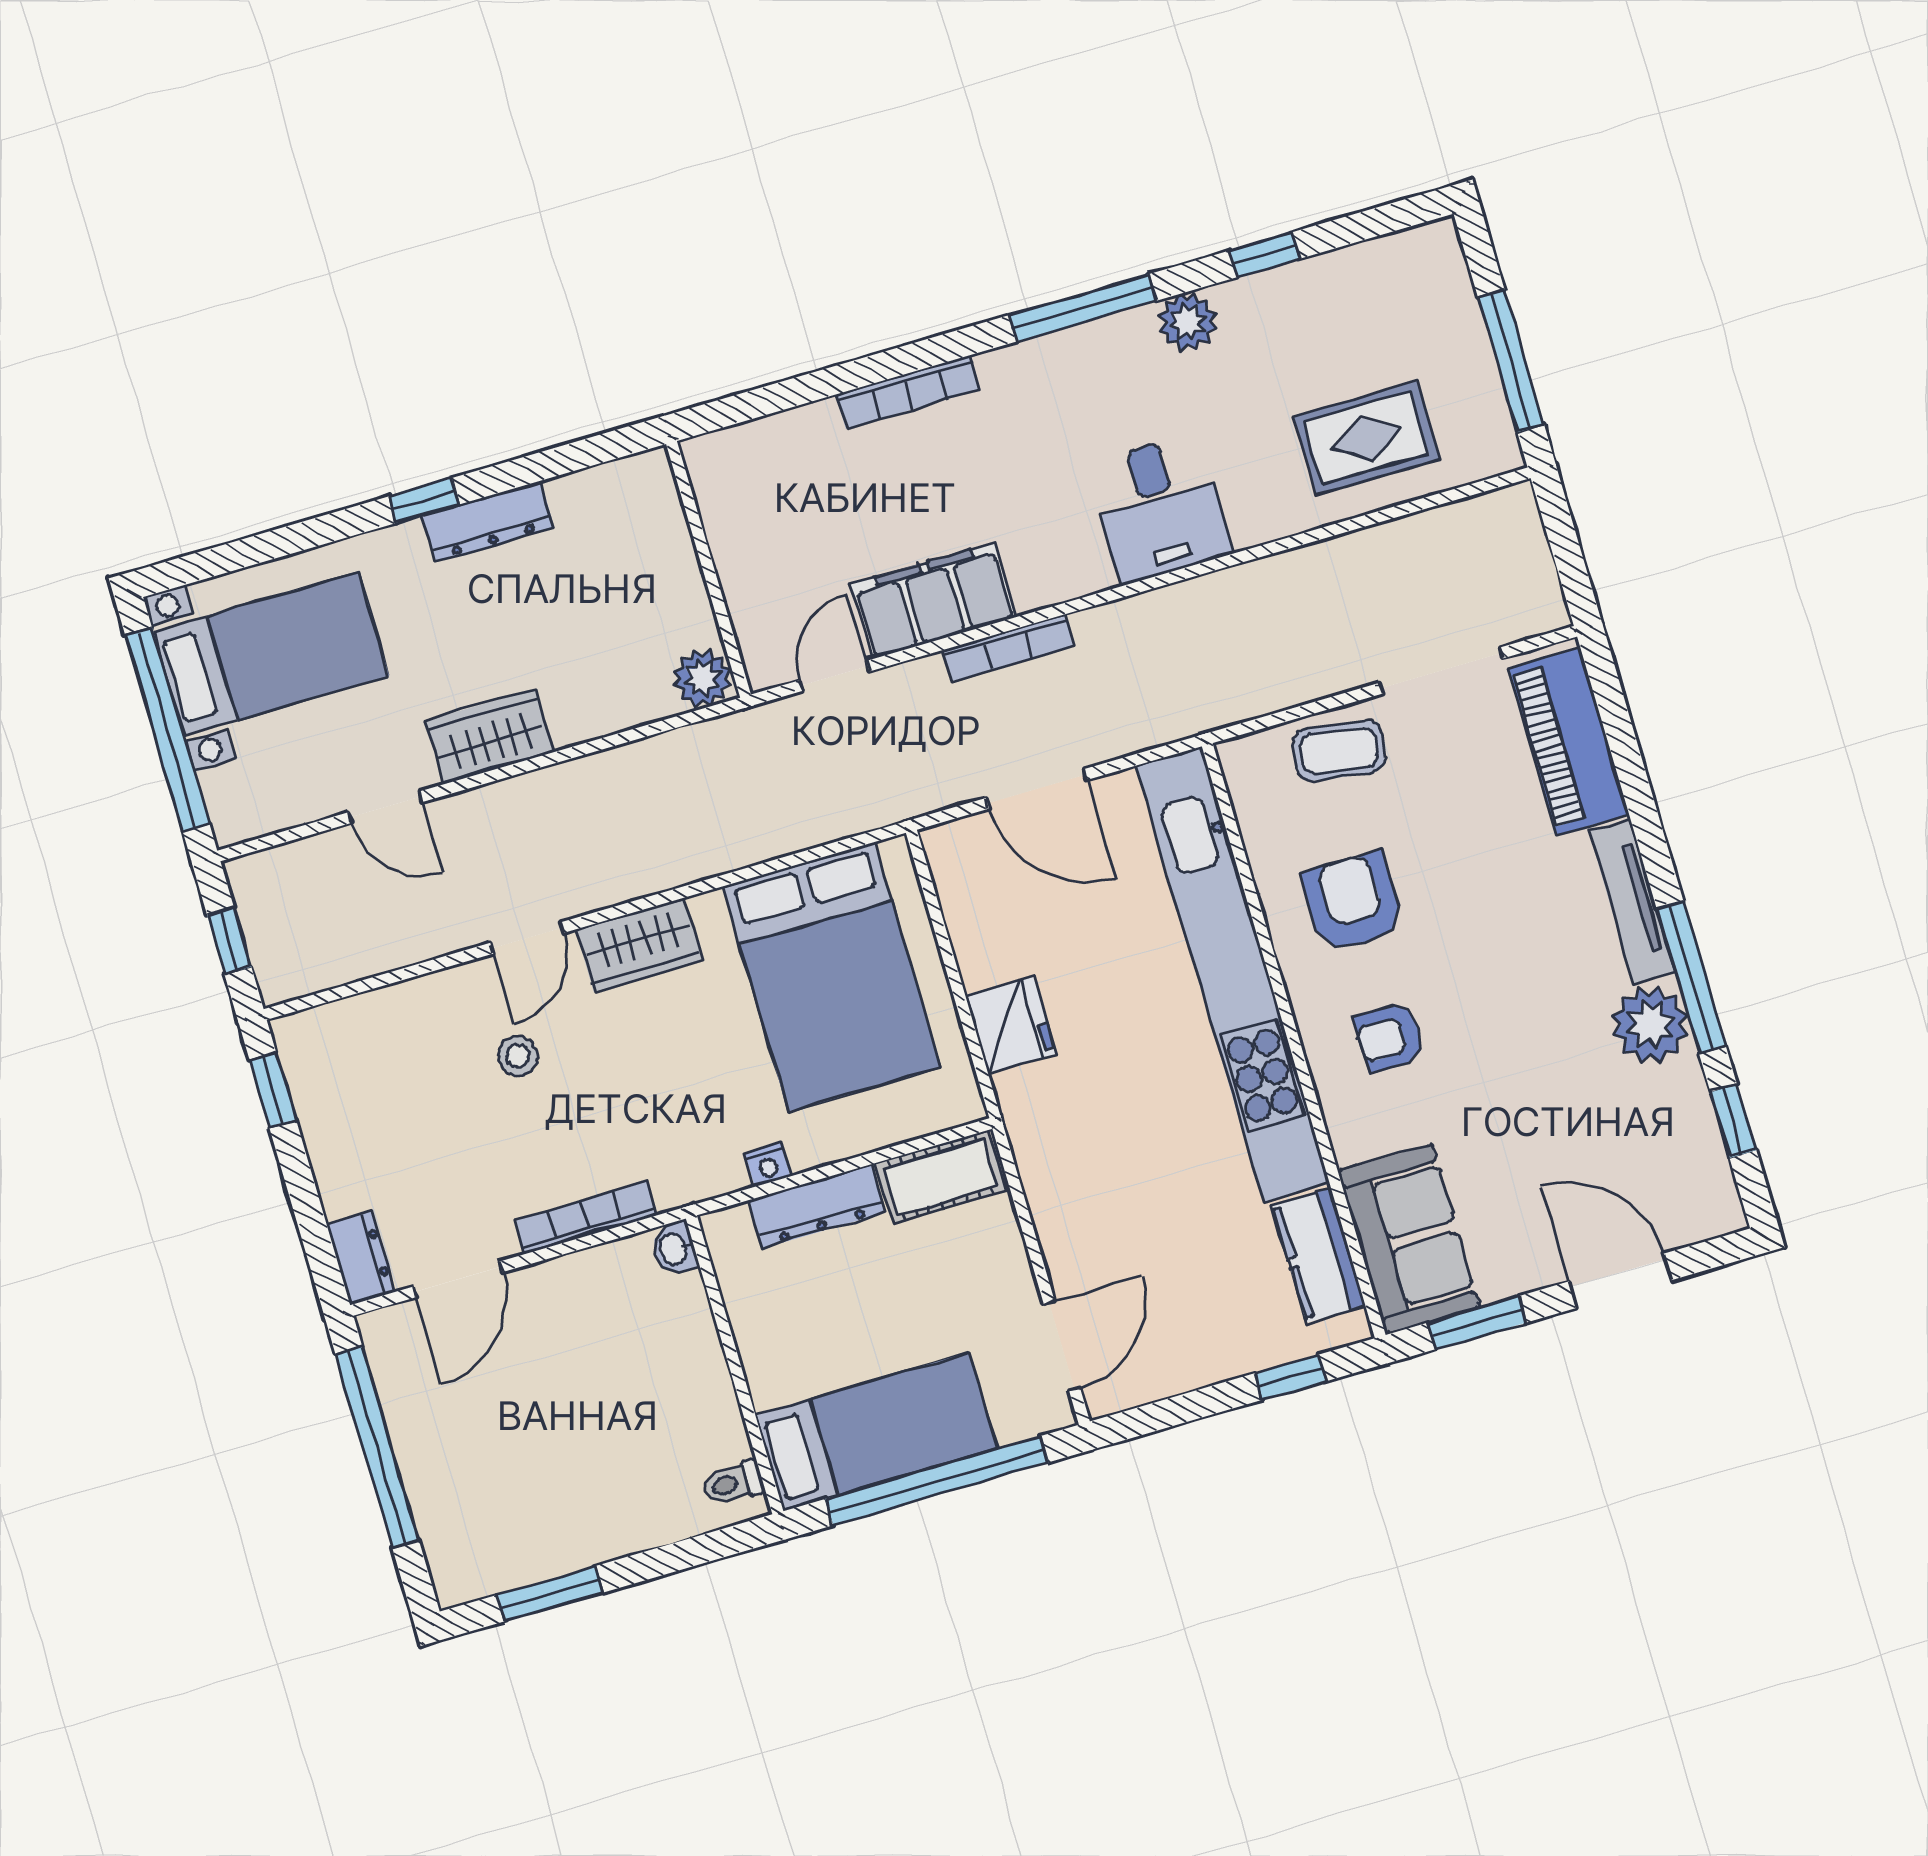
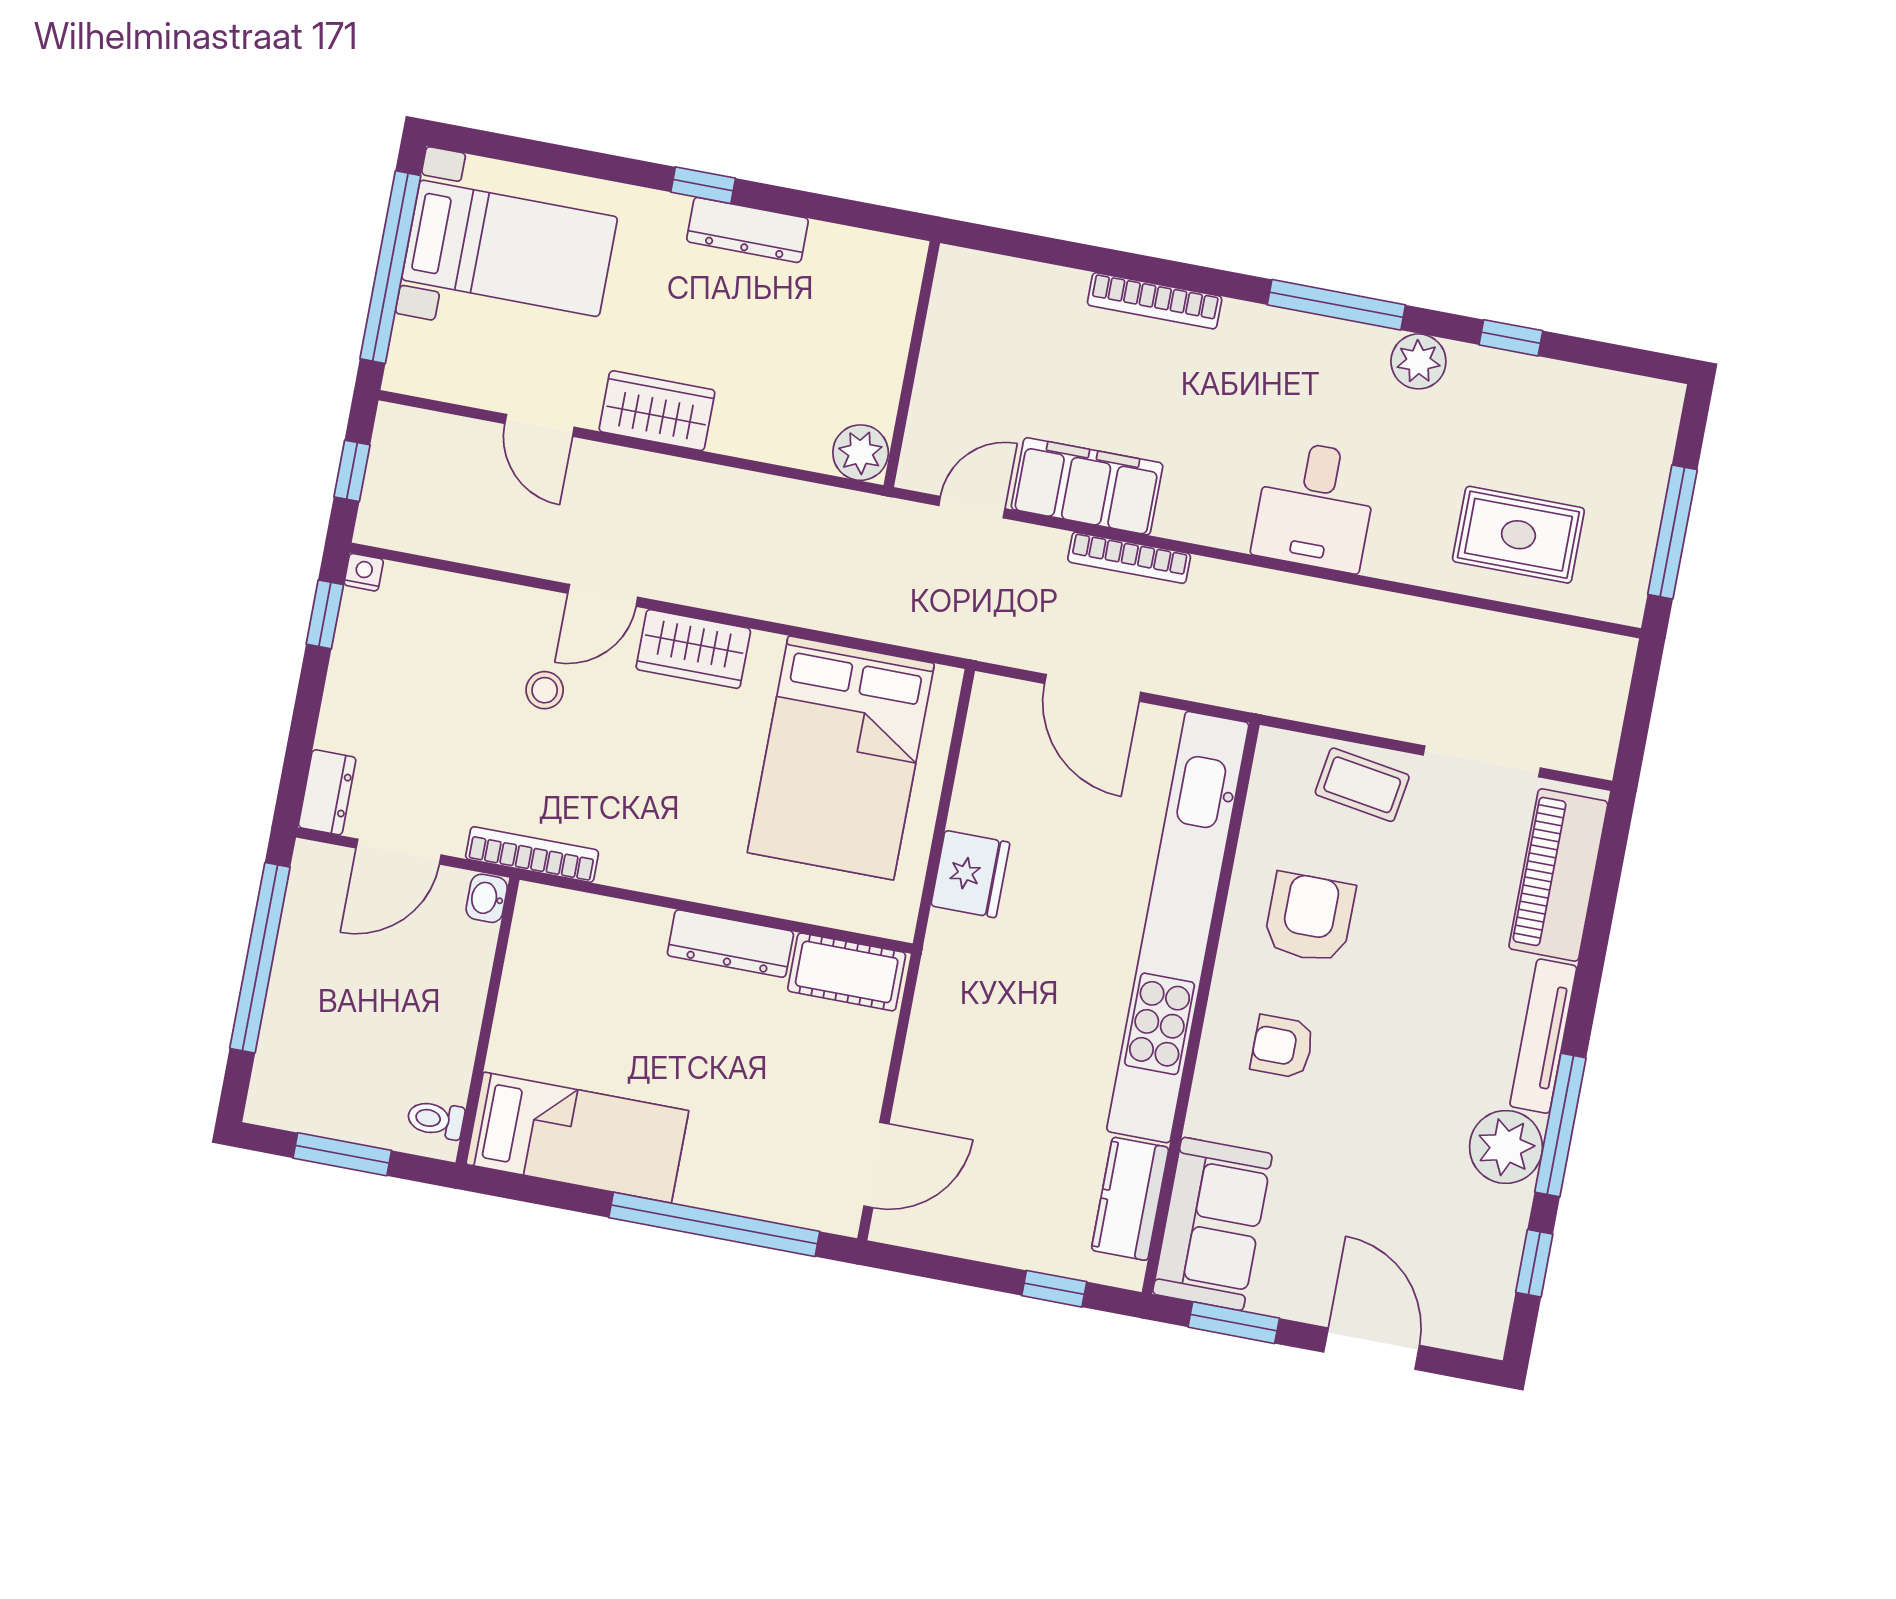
nightstand: (768, 1165) -> (364, 572), moved, turned 180
washbasin: (674, 1249) -> (487, 898), moved
wall: (735, 1365) -> (488, 1021), moved
bed: (876, 1432) -> (577, 1138), moved
toilet: (733, 1483) -> (436, 1119), moved

